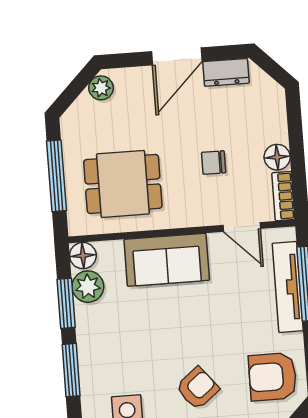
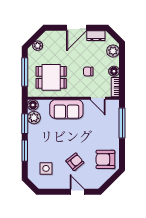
plant: (101, 88) -> (38, 46), moved
plant: (271, 107) -> (113, 51), added
tv unit: (288, 287) -> (114, 124), removed

